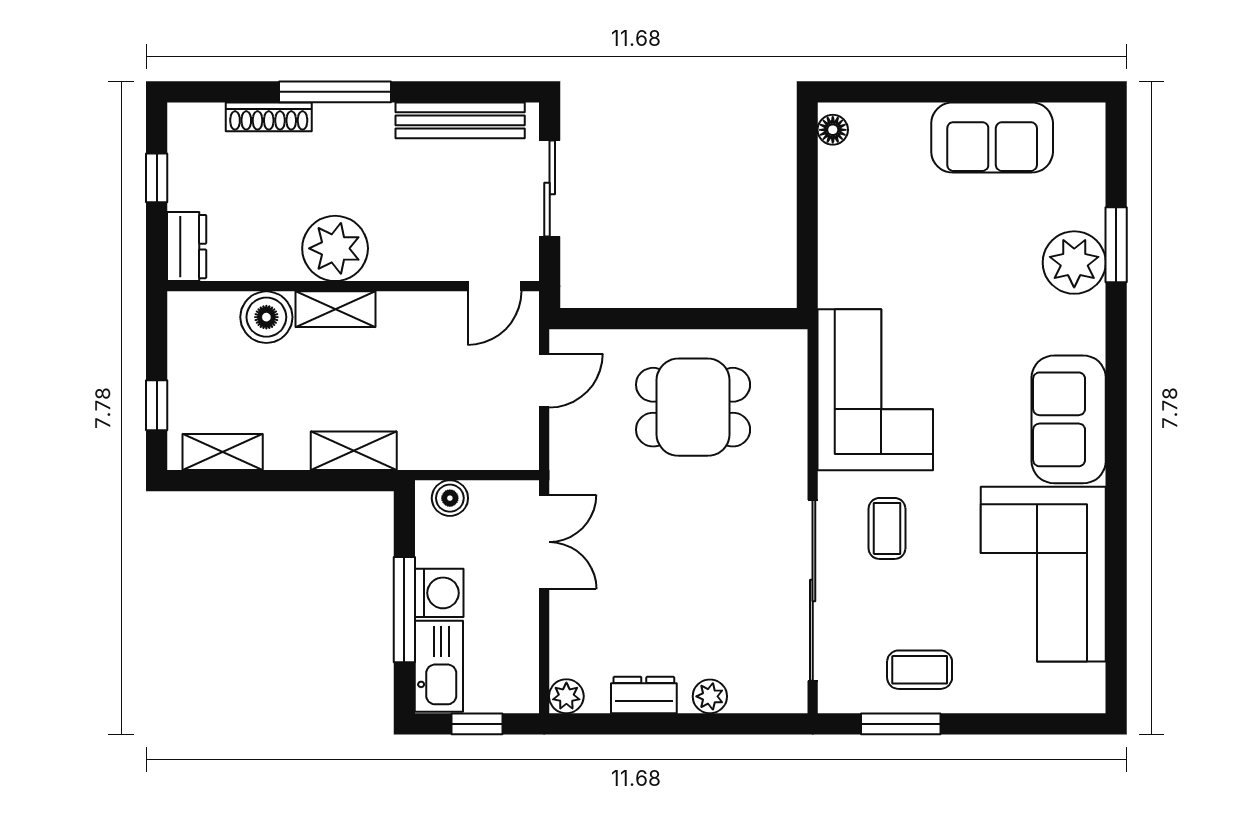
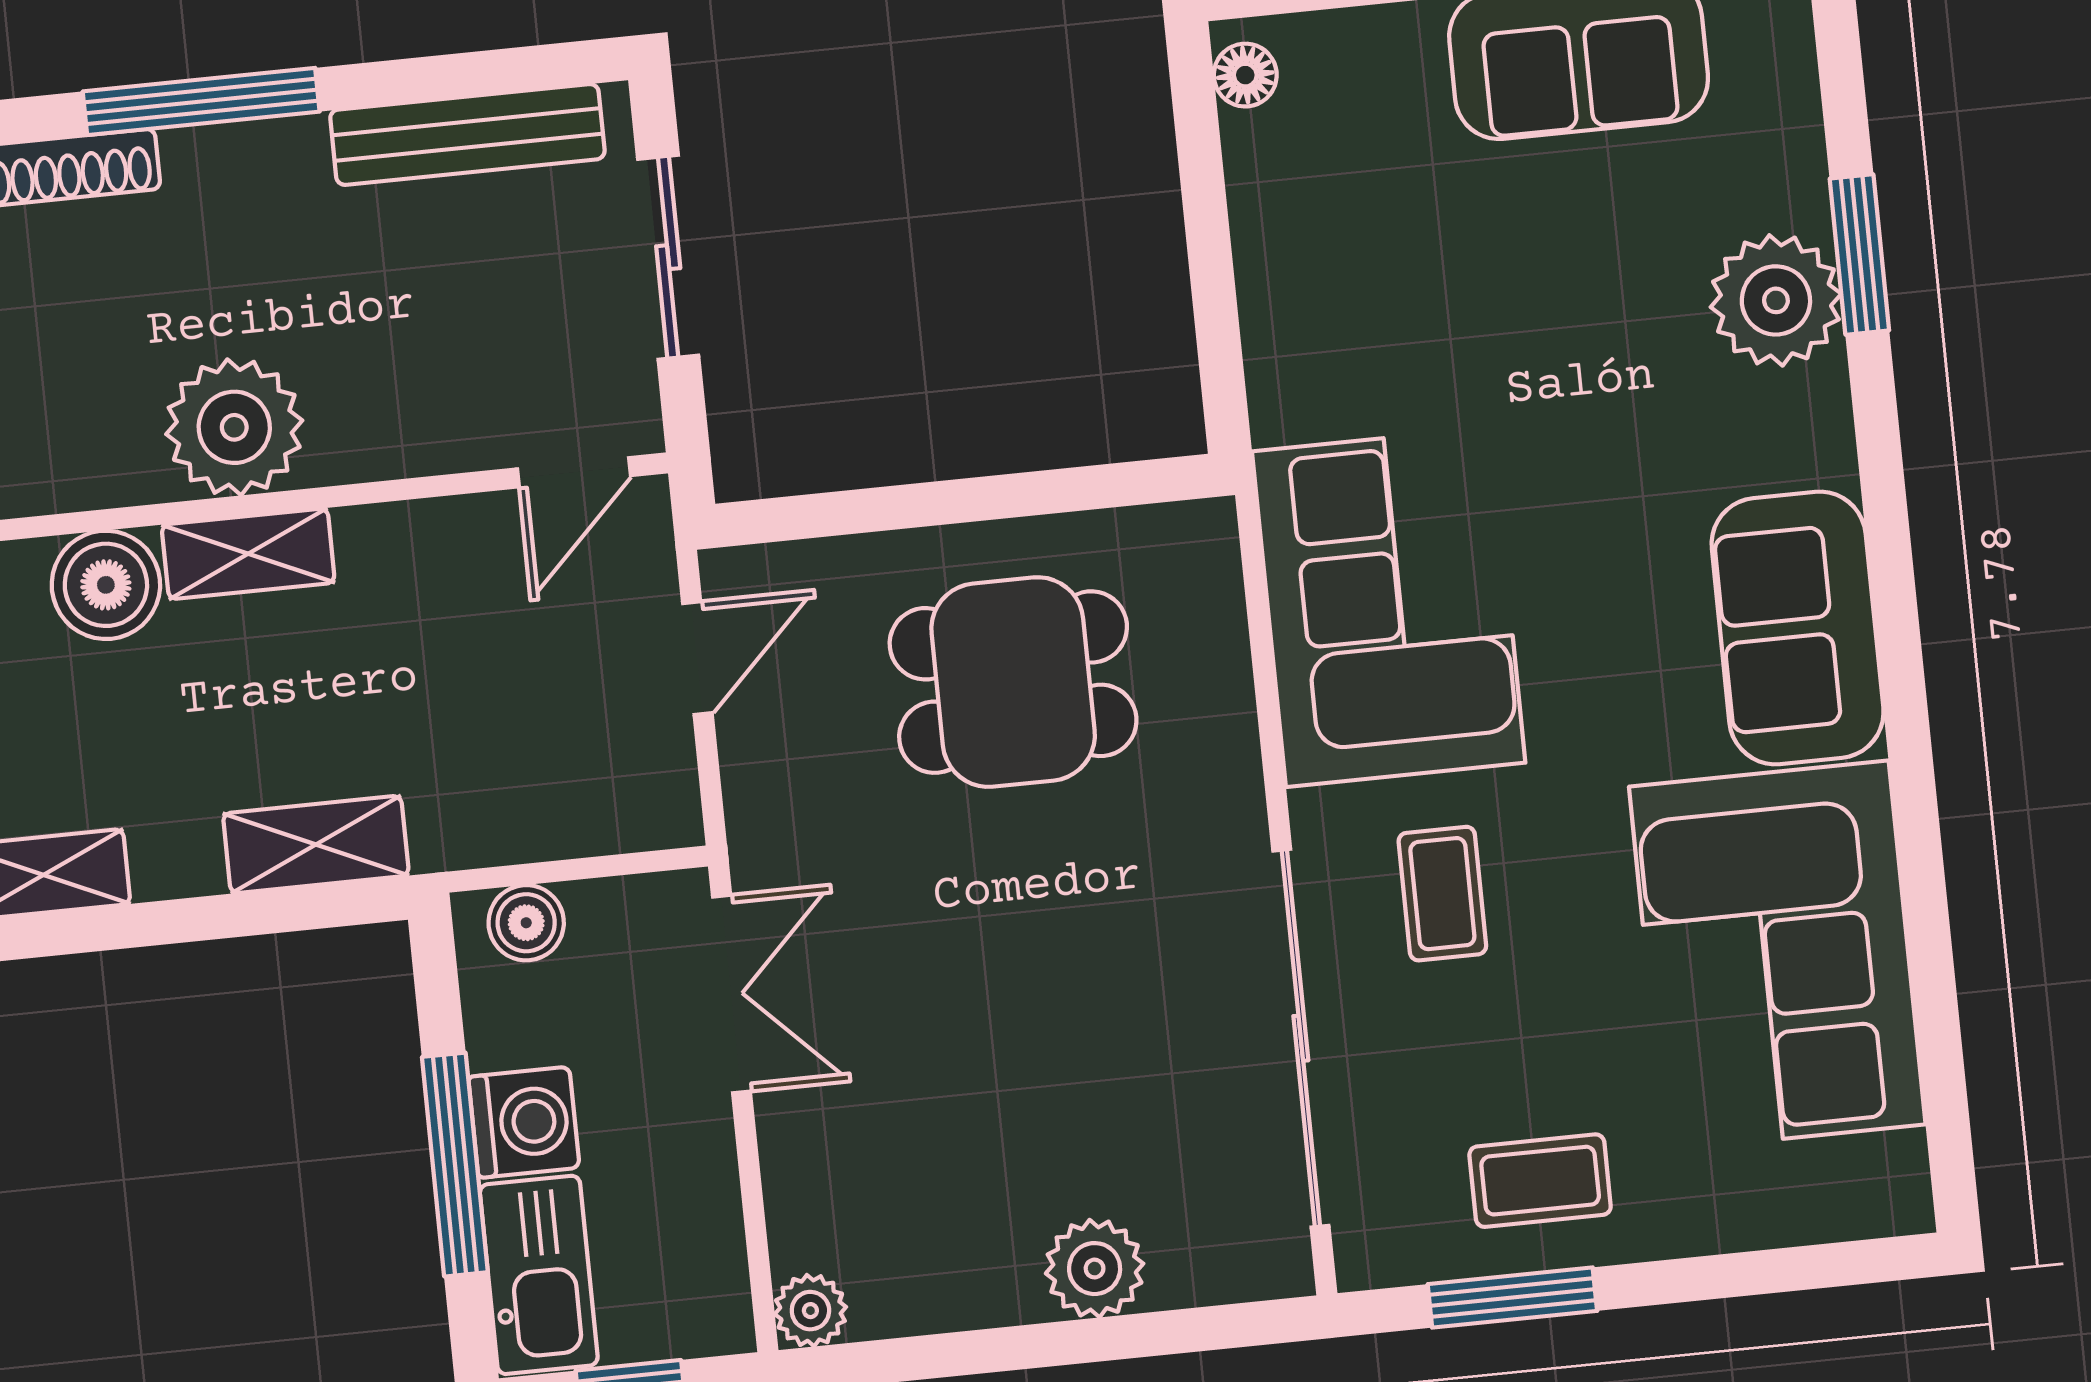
dresser: (644, 695) -> (972, 1292), removed
plant: (710, 696) -> (1095, 1269), width x1.38, depth x1.38

